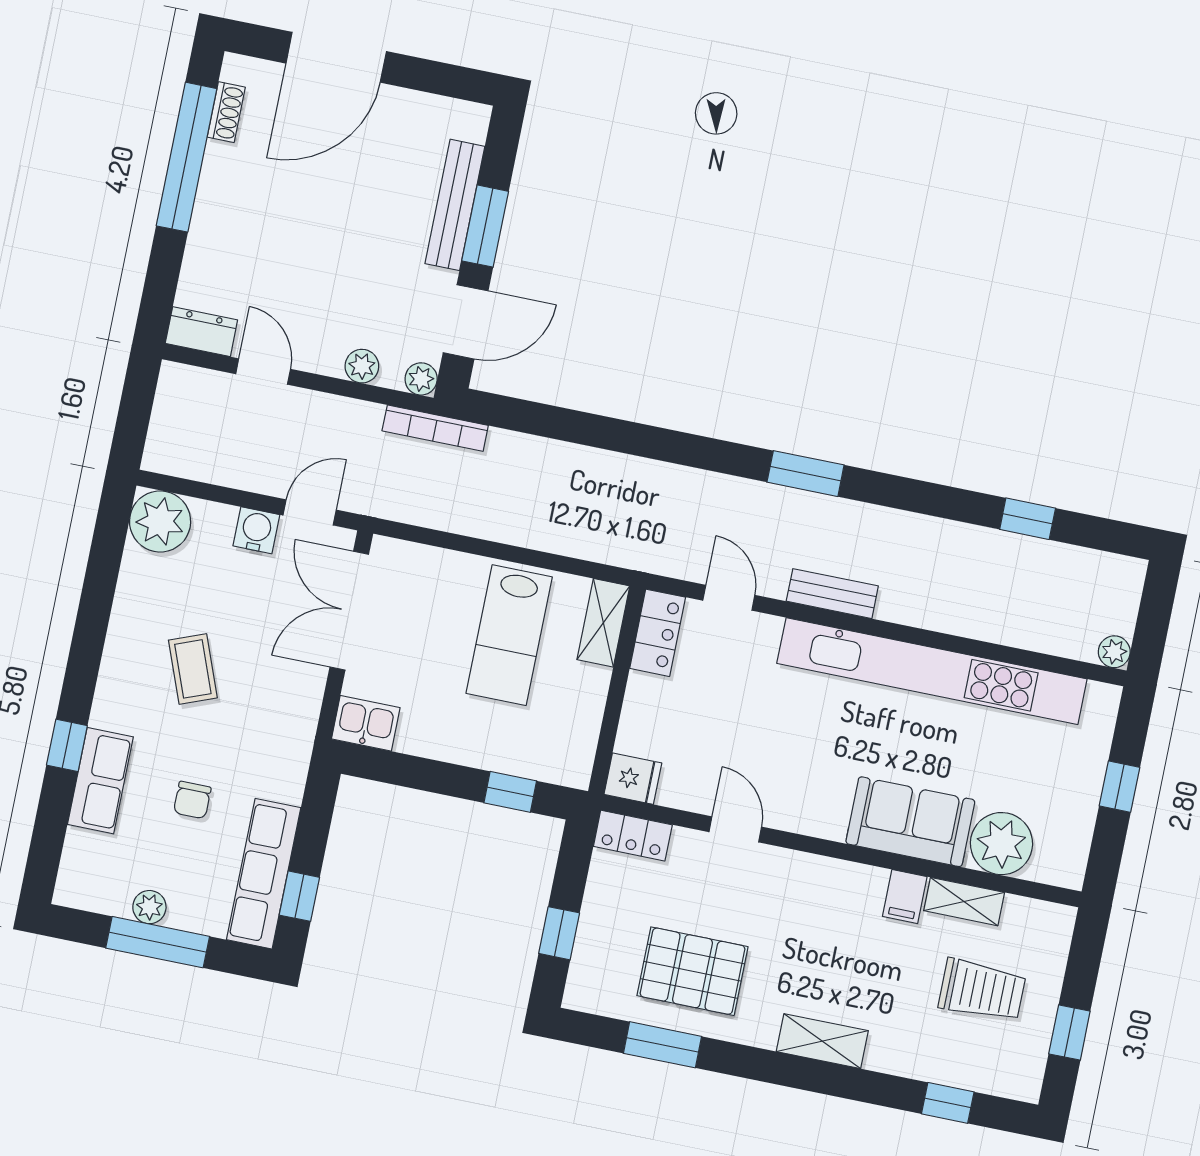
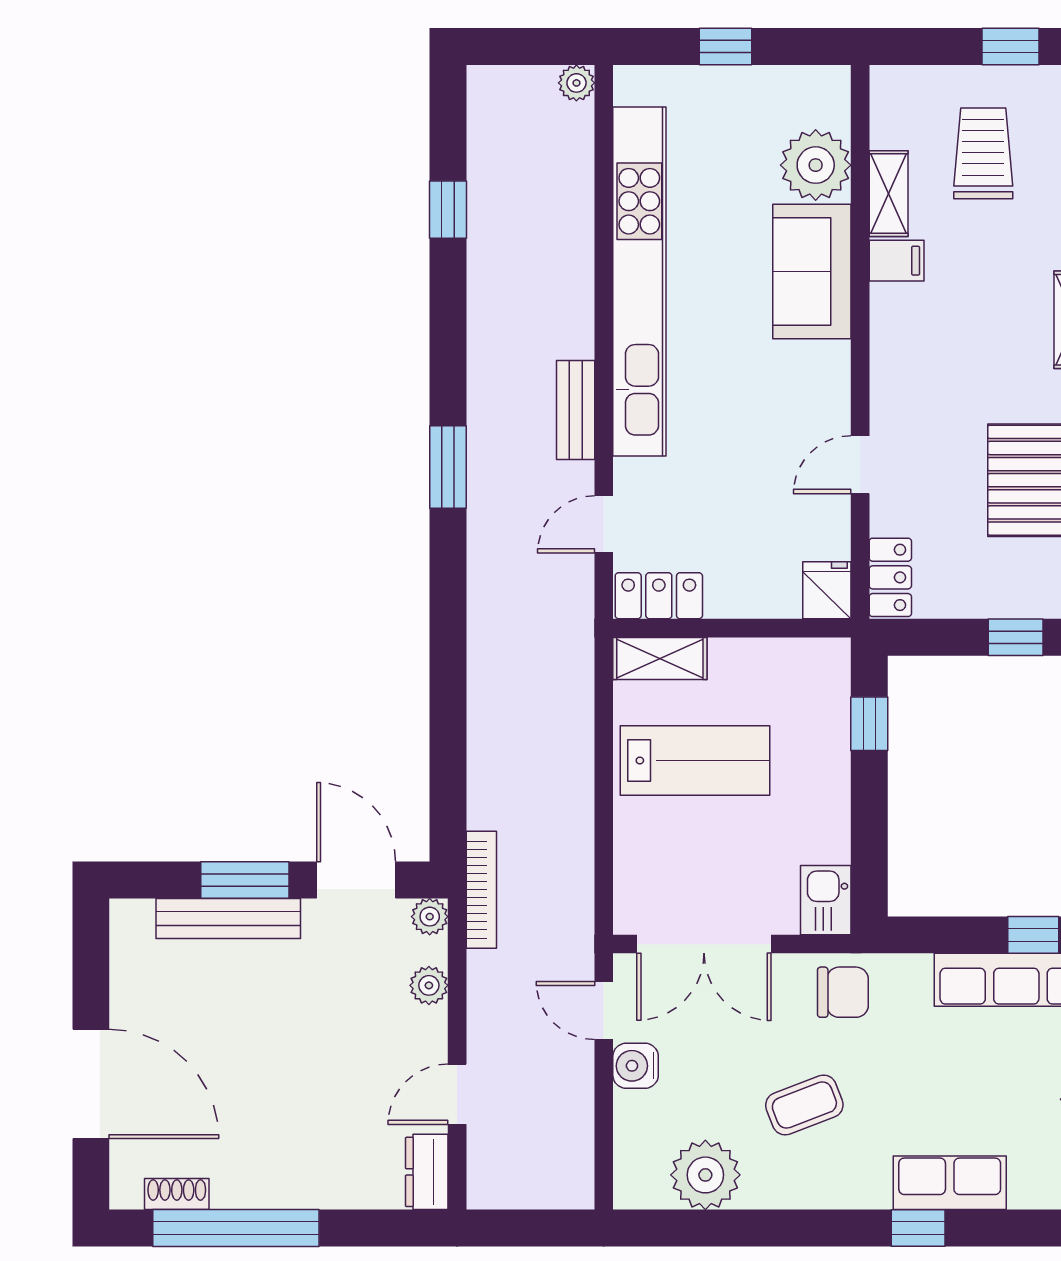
plant: (160, 521) -> (705, 1175), moved
chair: (192, 800) -> (843, 992), moved, width x1.37, depth x1.37

